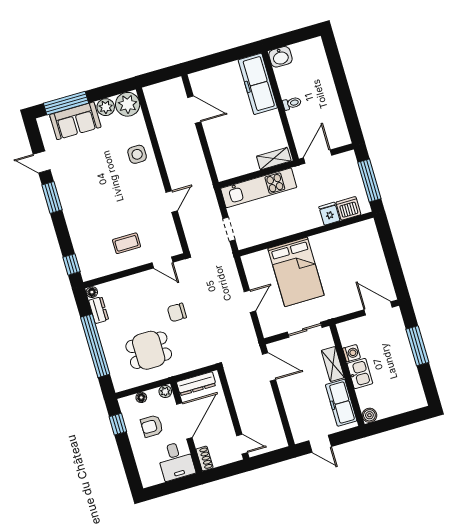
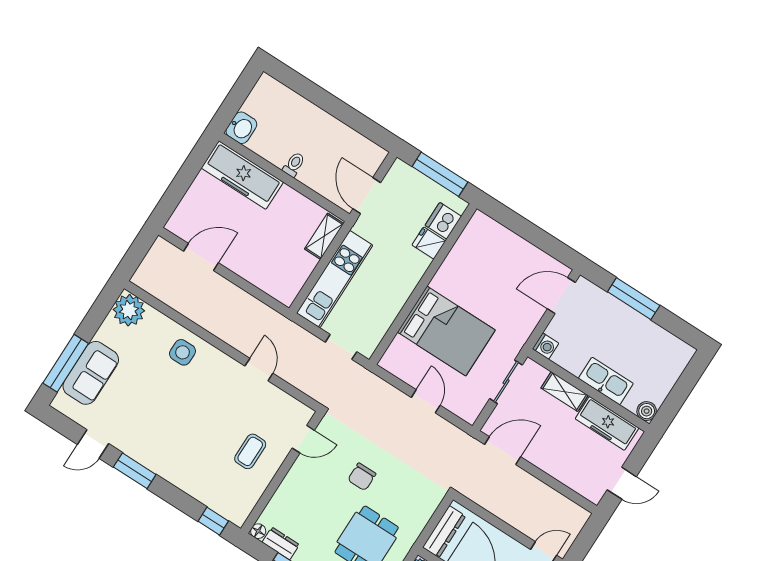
plant: (106, 107) -> (109, 332), removed
washing machine: (351, 353) -> (546, 346), moved, turned 90
kitchen sink: (360, 373) -> (606, 381), width x1.38

